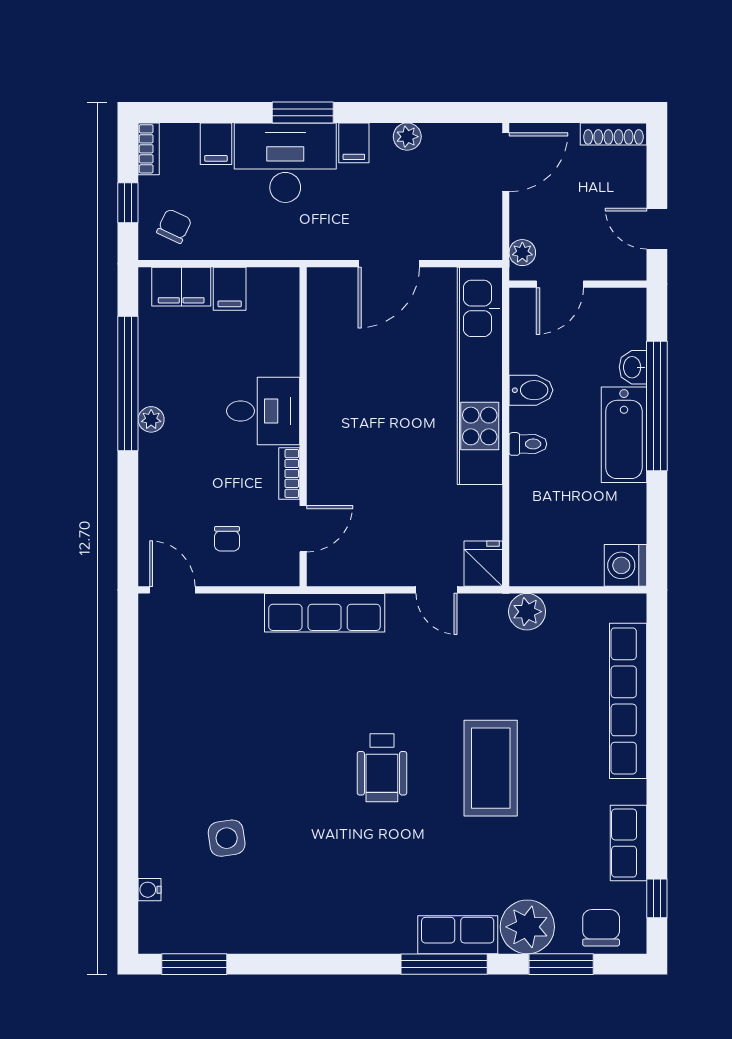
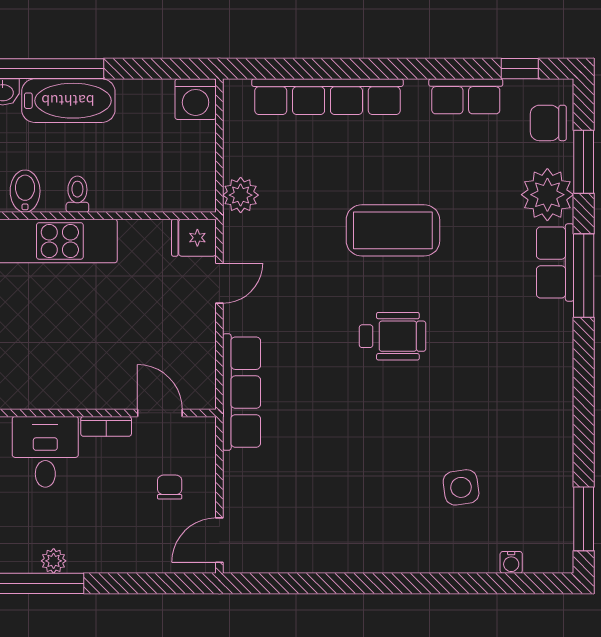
chair: (227, 539) -> (170, 487), turned -90

